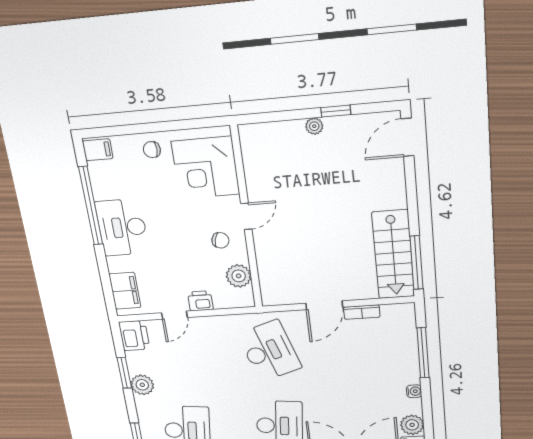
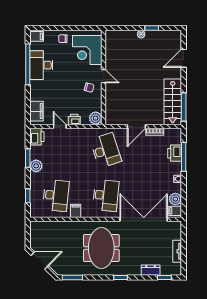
door: (407, 137) -> (184, 58), moved
door: (246, 216) -> (104, 76), hinge flipped
desk: (122, 227) -> (41, 65), moved
plant: (239, 276) -> (96, 118), moved
door: (174, 315) -> (60, 127), swing flipped
printer: (405, 348) -> (175, 153), added

